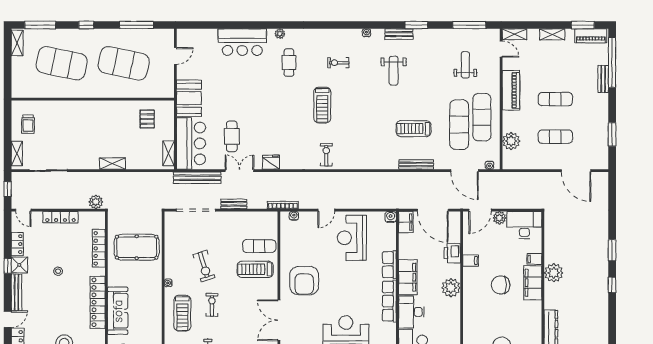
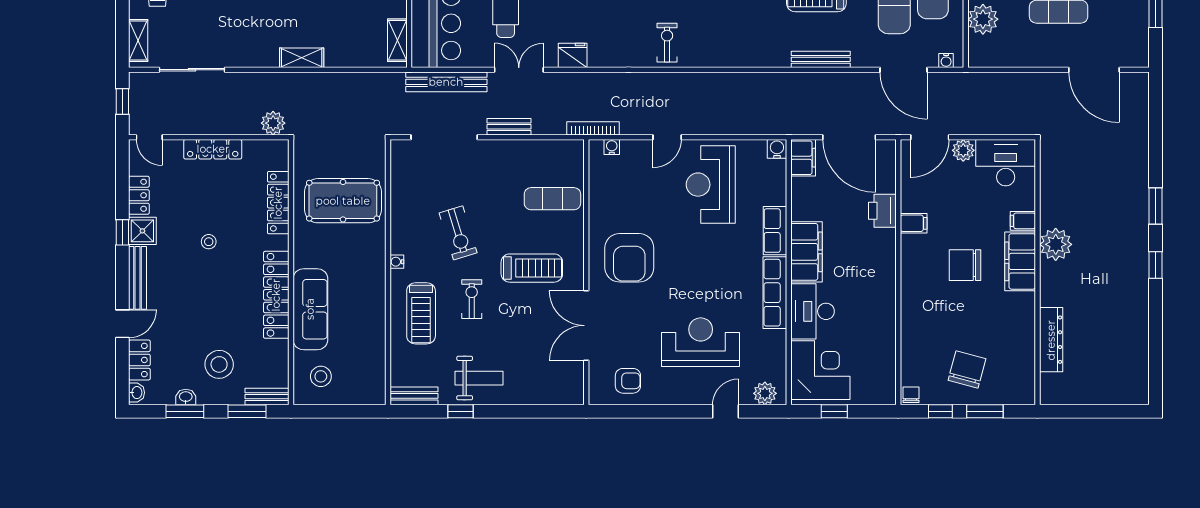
treadmill: (255, 269) -> (532, 268), moved, turned 180
plant: (451, 288) -> (880, 270), removed

